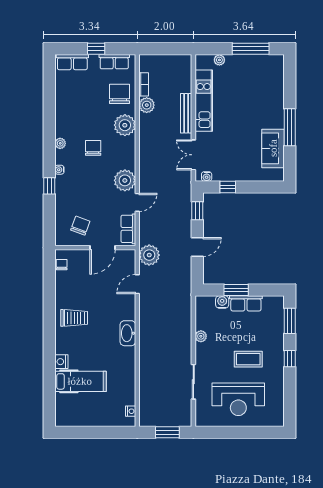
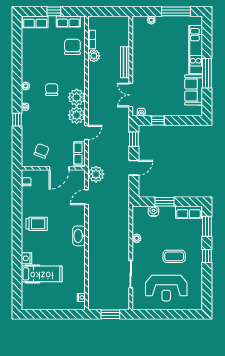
kitchen unit: (204, 101) -> (196, 50), moved, turned 180
plant: (125, 125) -> (77, 97), moved
row of seats: (246, 303) -> (189, 212), moved

